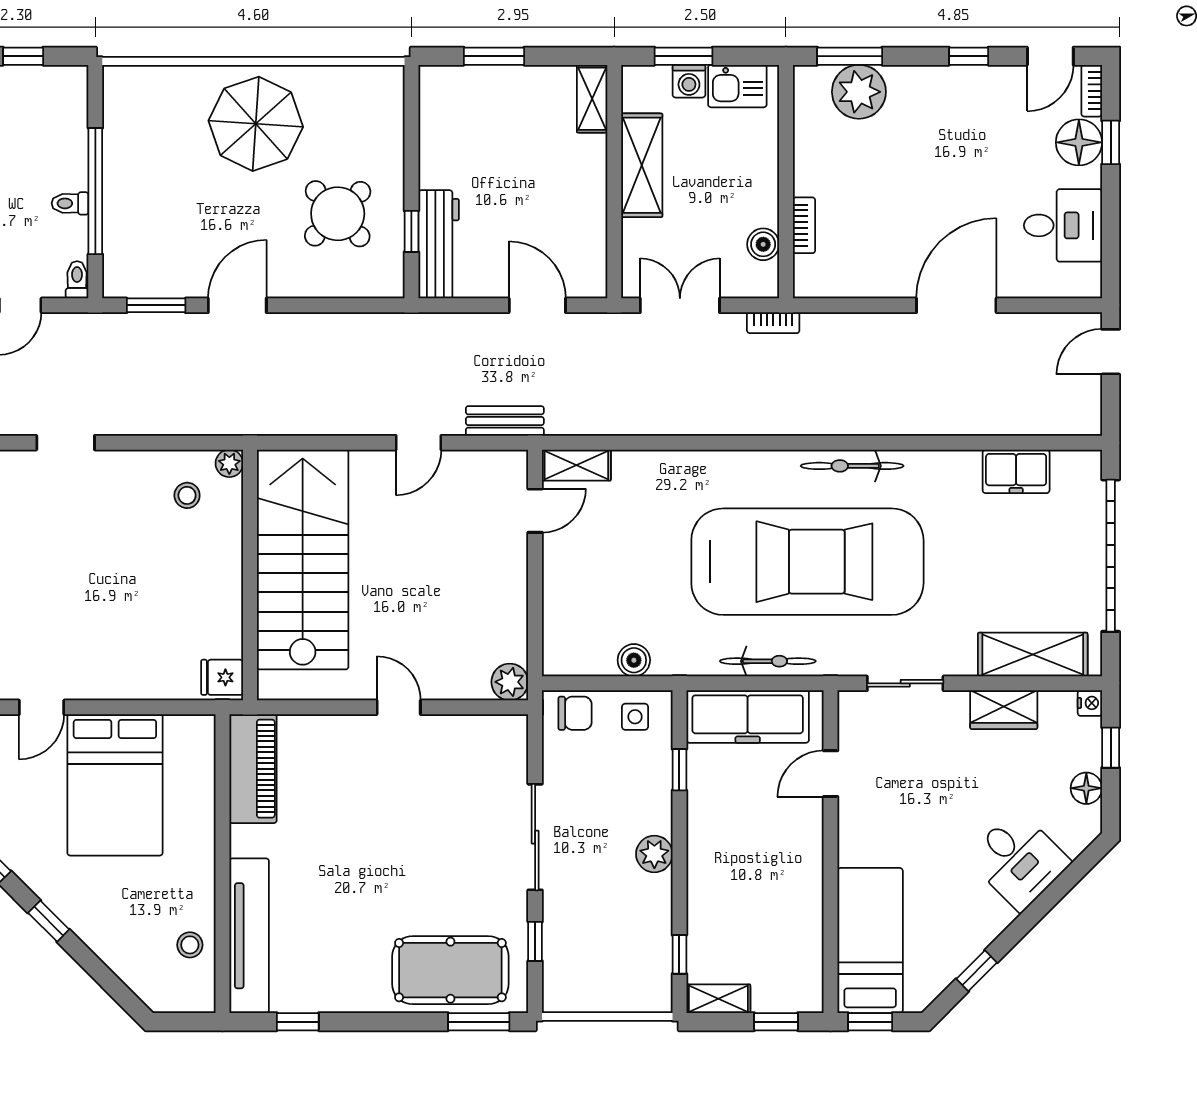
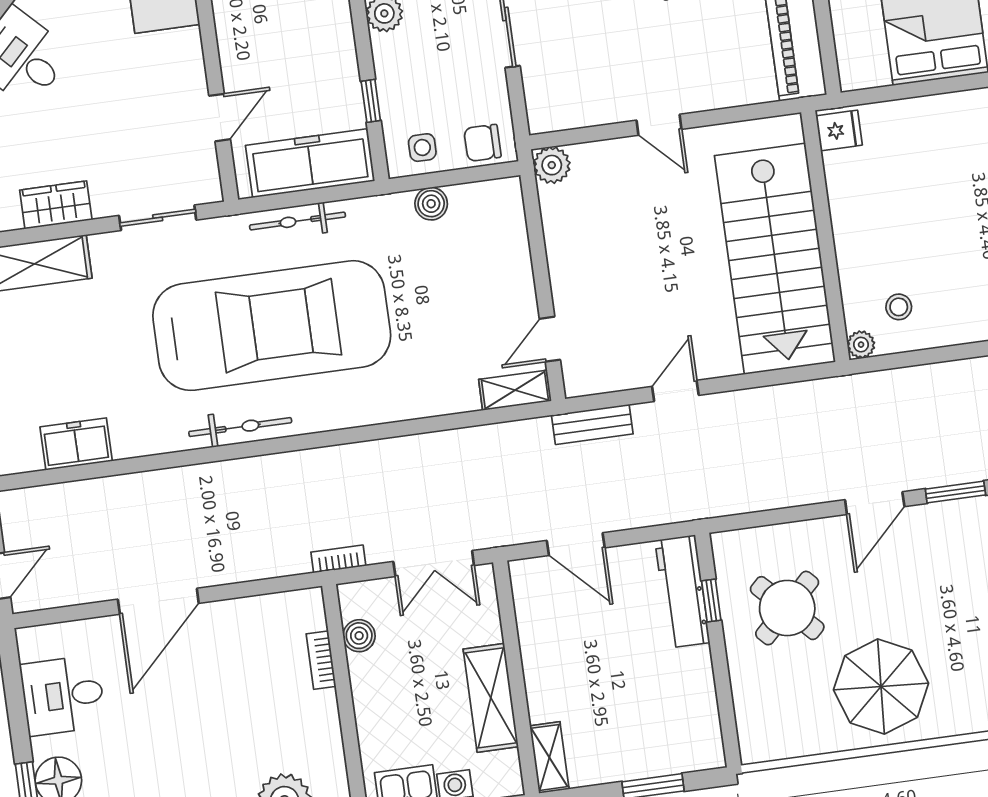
car: (807, 562) -> (272, 326), turned 180

